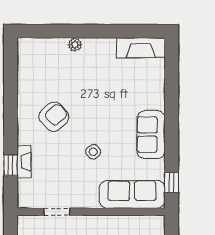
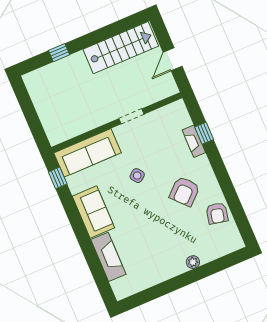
fireplace: (141, 48) -> (108, 257), moved, turned 90
armchair: (31, 82) -> (217, 213), added
doorway: (57, 212) -> (131, 116), moved

